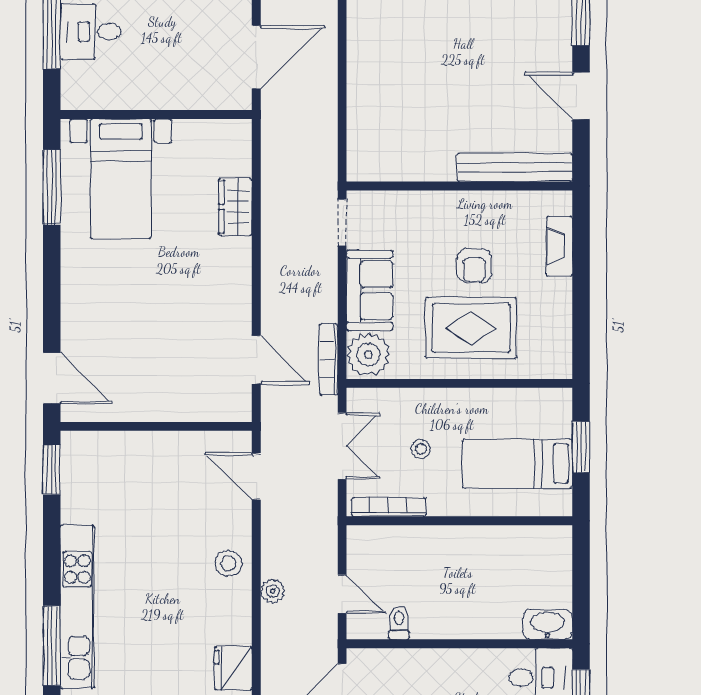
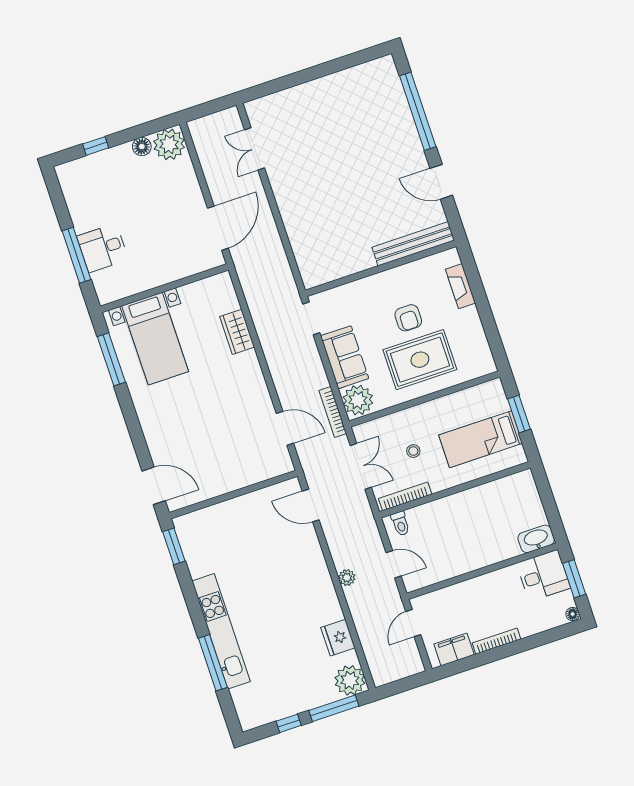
stool: (228, 563) -> (312, 569), removed
toilet: (399, 623) -> (400, 524), moved, turned 180

